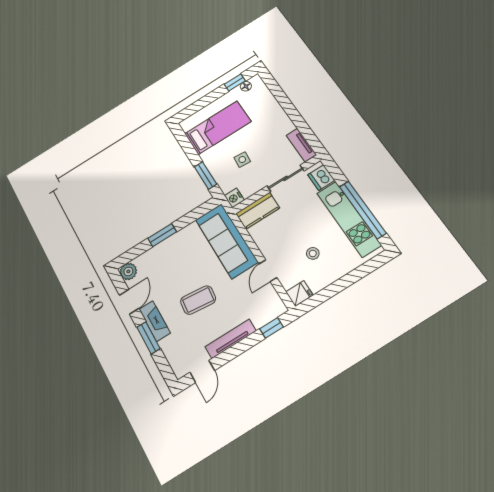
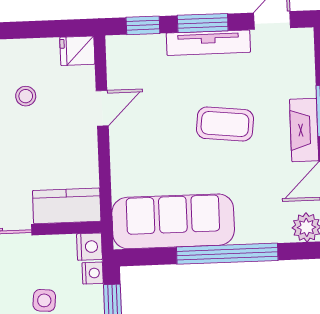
nightstand: (225, 186) -> (93, 273), added
window: (162, 235) -> (227, 254), width x2.11
sofa: (226, 241) -> (173, 221), moved, turned -90
window: (239, 348) -> (203, 23), added

